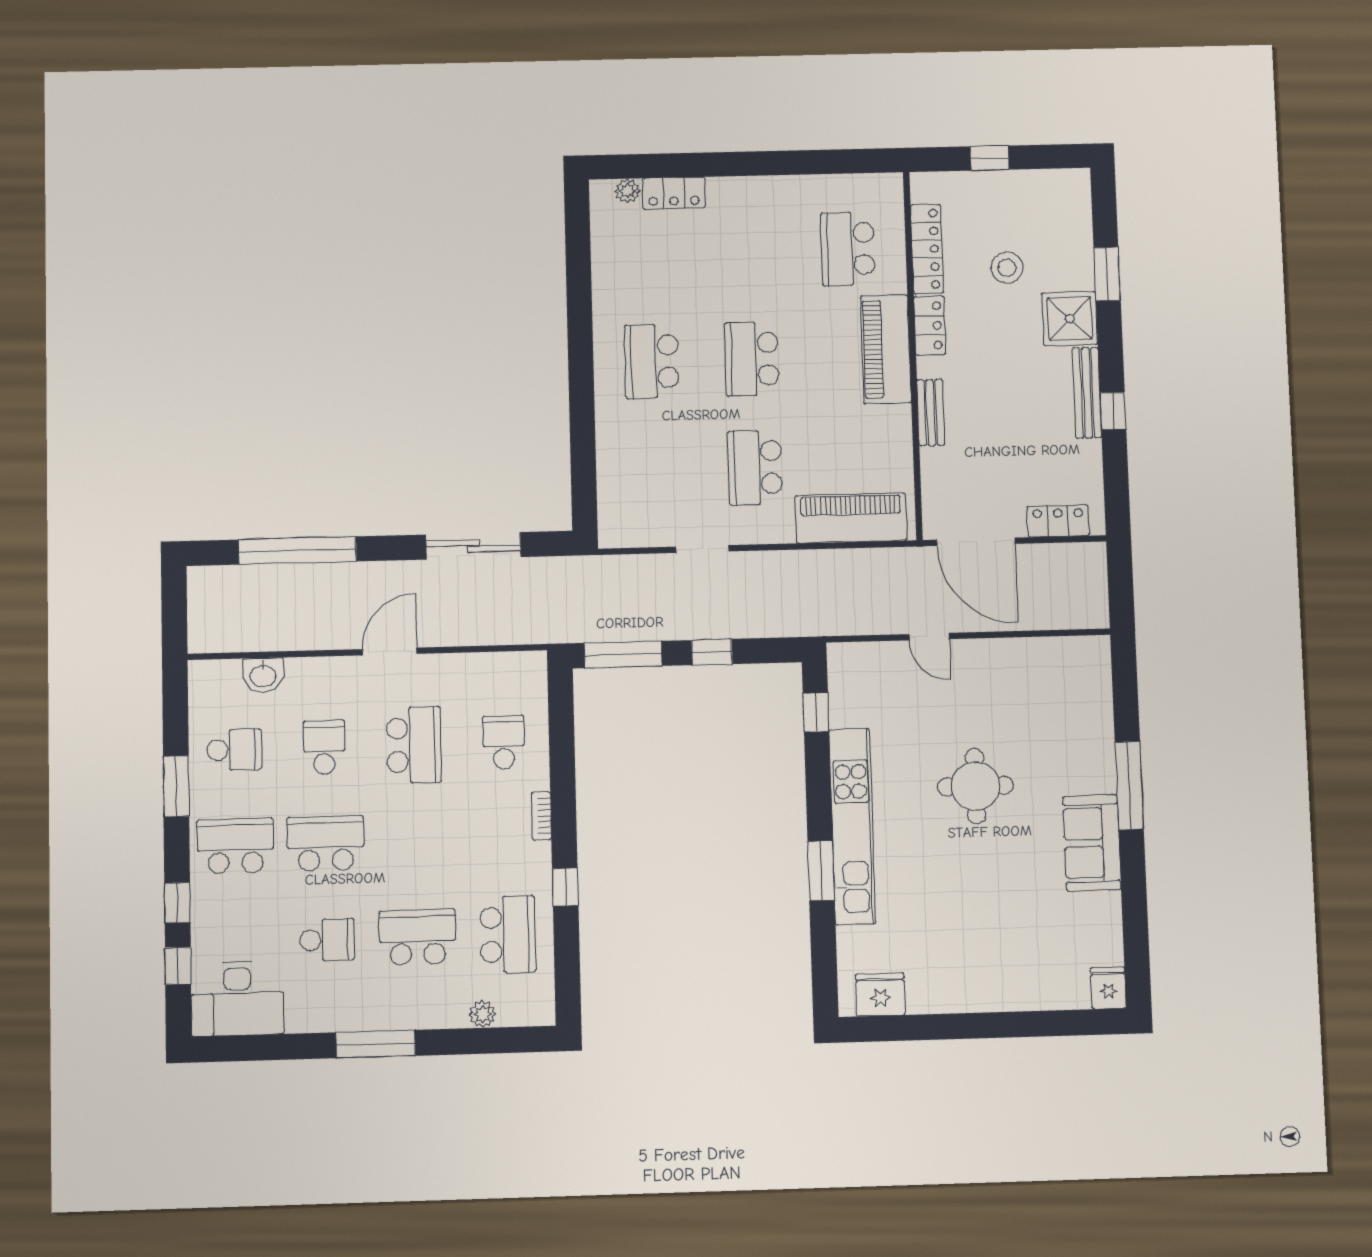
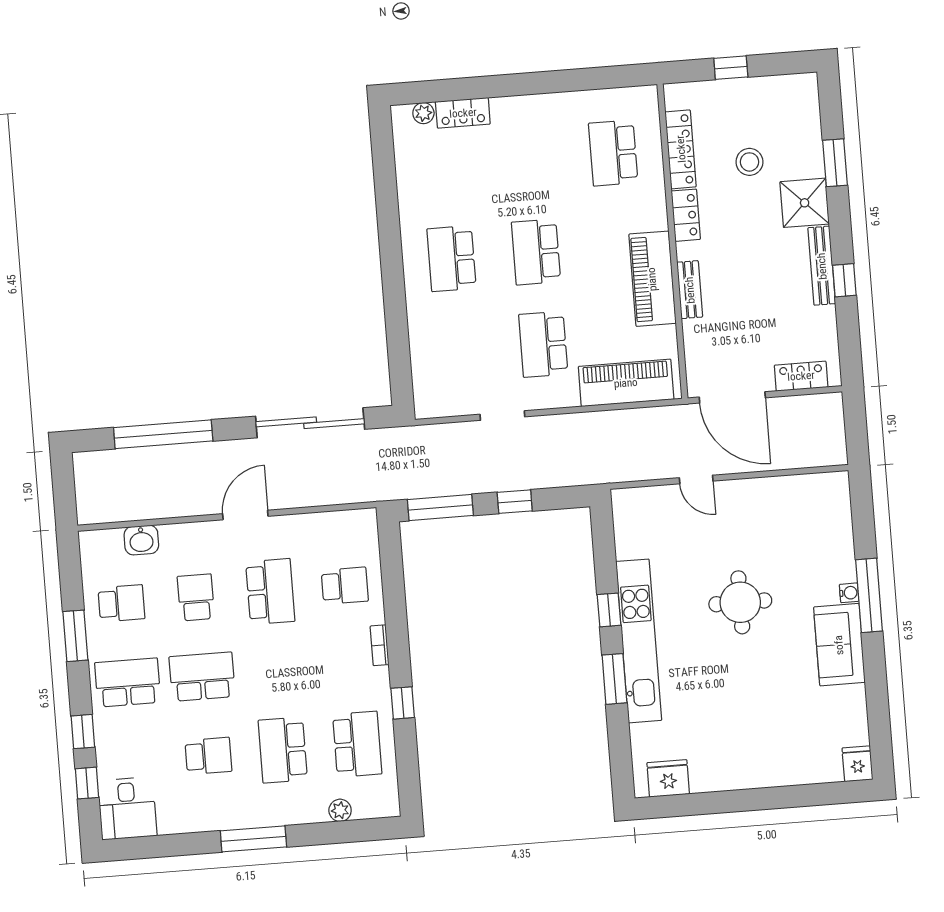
piano: (886, 349) -> (652, 279), moved
sliding door: (473, 546) -> (310, 423), width x1.36
window: (816, 712) -> (609, 610), moved
school desk: (504, 742) -> (345, 586), turned 90
water cooler: (1106, 781) -> (849, 593), added
school desk: (418, 937) -> (283, 750), turned -90
desk: (237, 999) -> (127, 808), width x0.73

